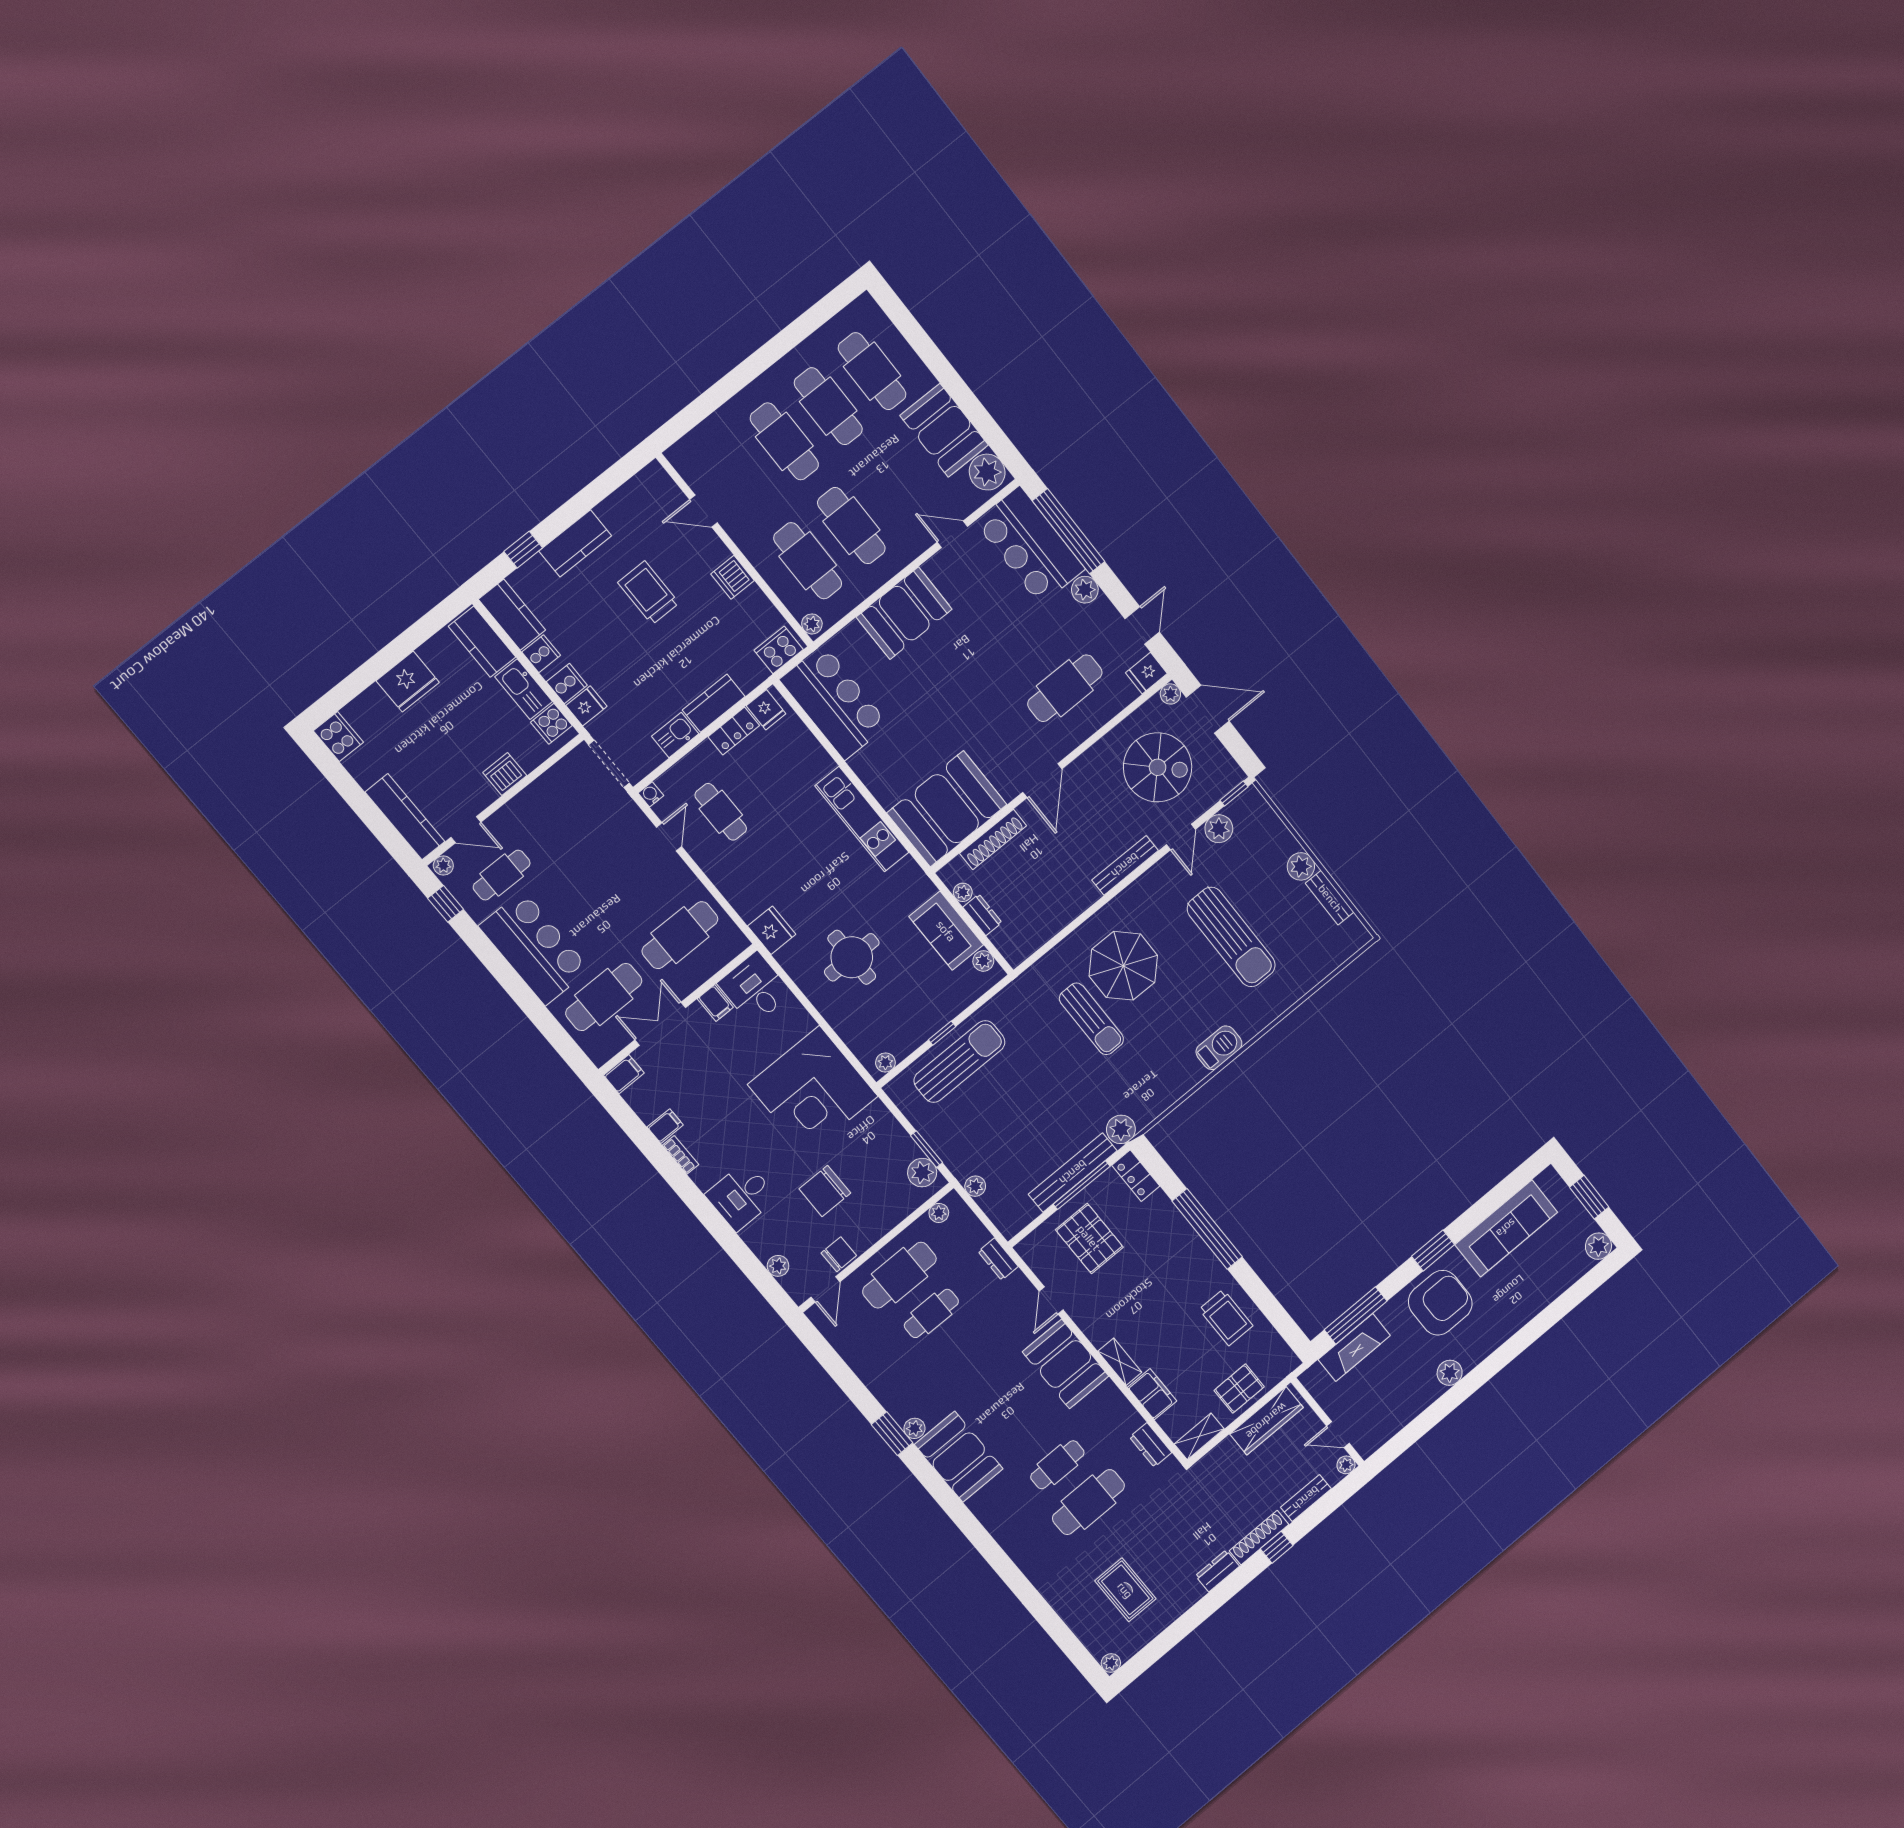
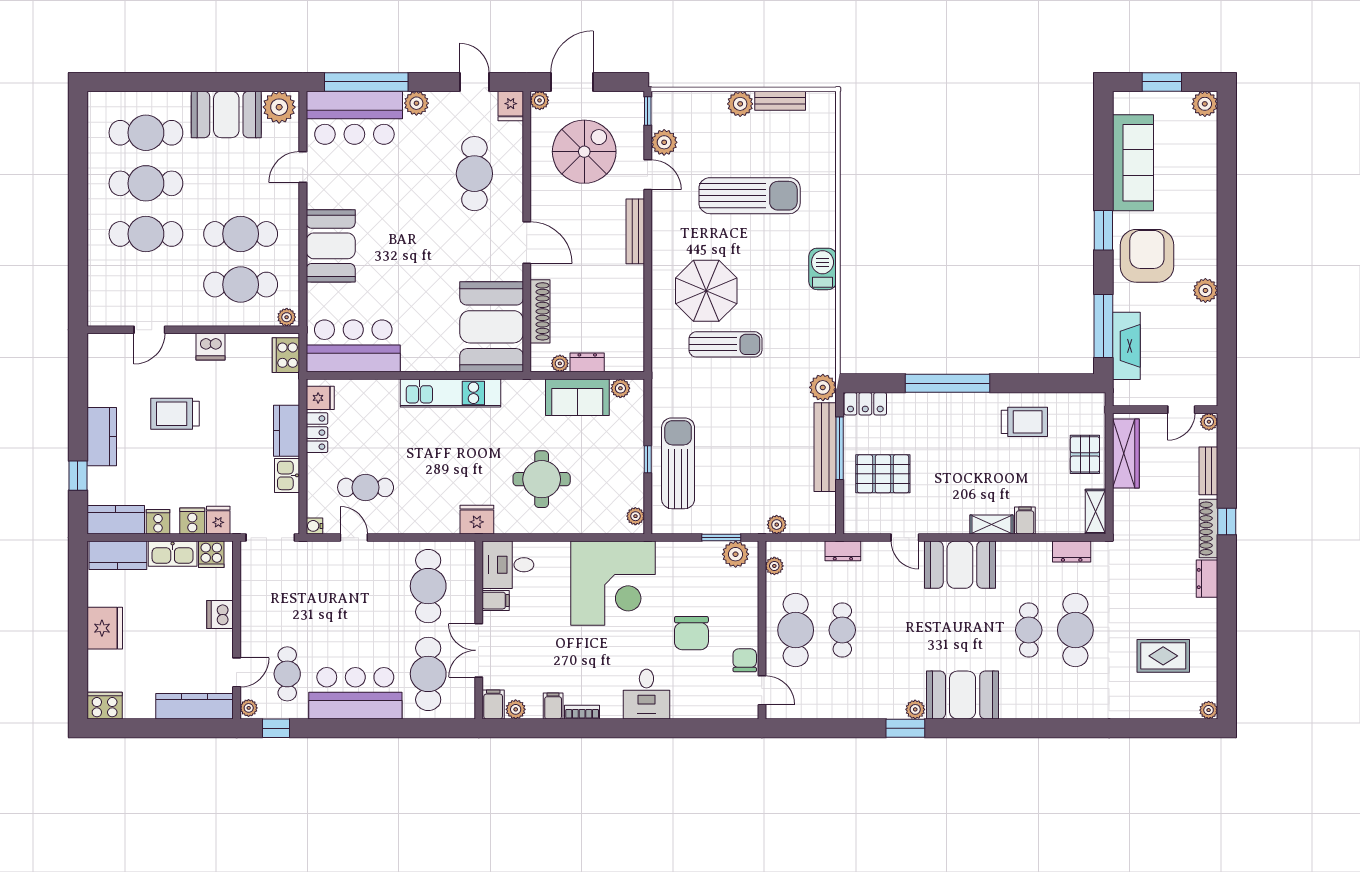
plant: (778, 1266) -> (516, 709), moved
filing cabinet: (1152, 1394) -> (1025, 520), width x0.50

